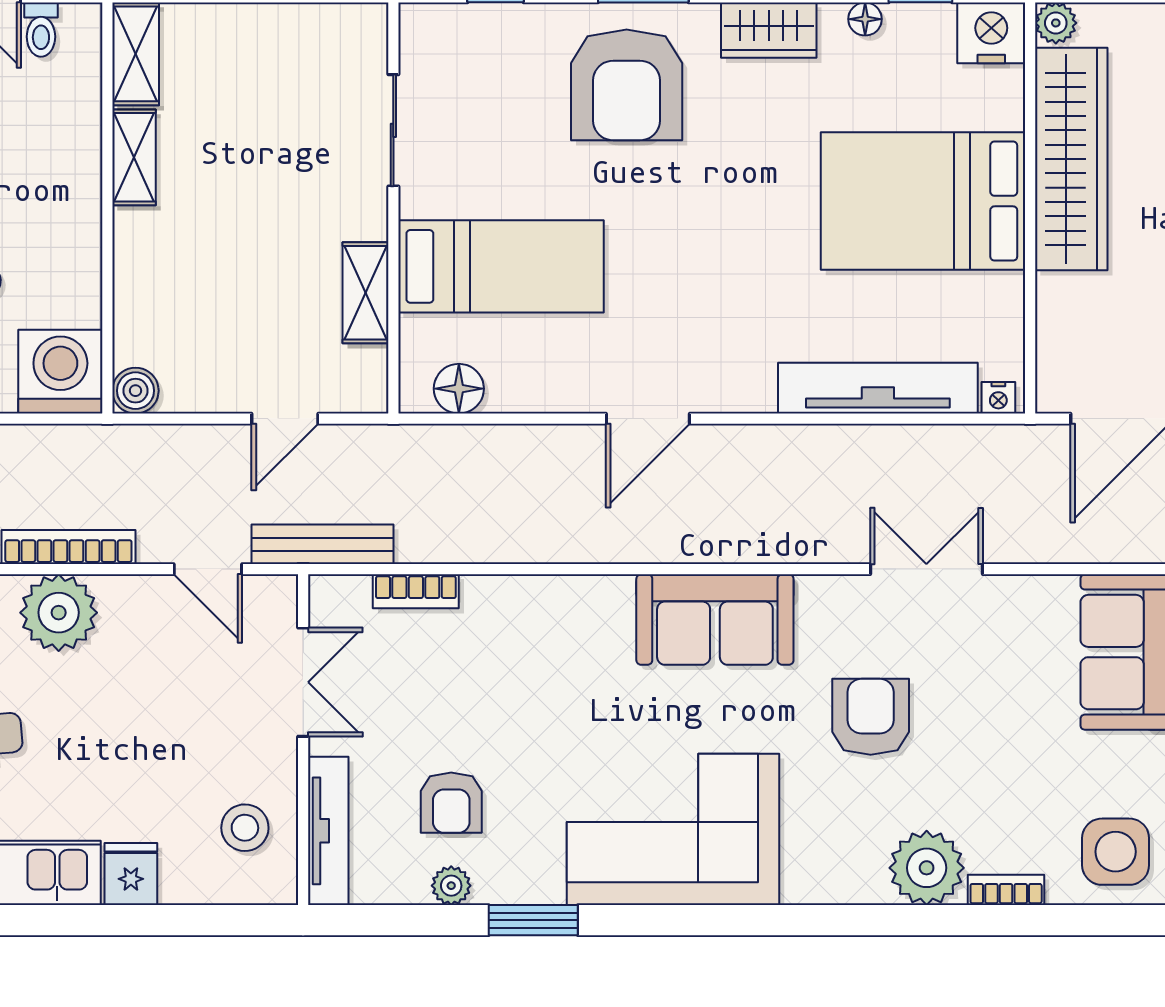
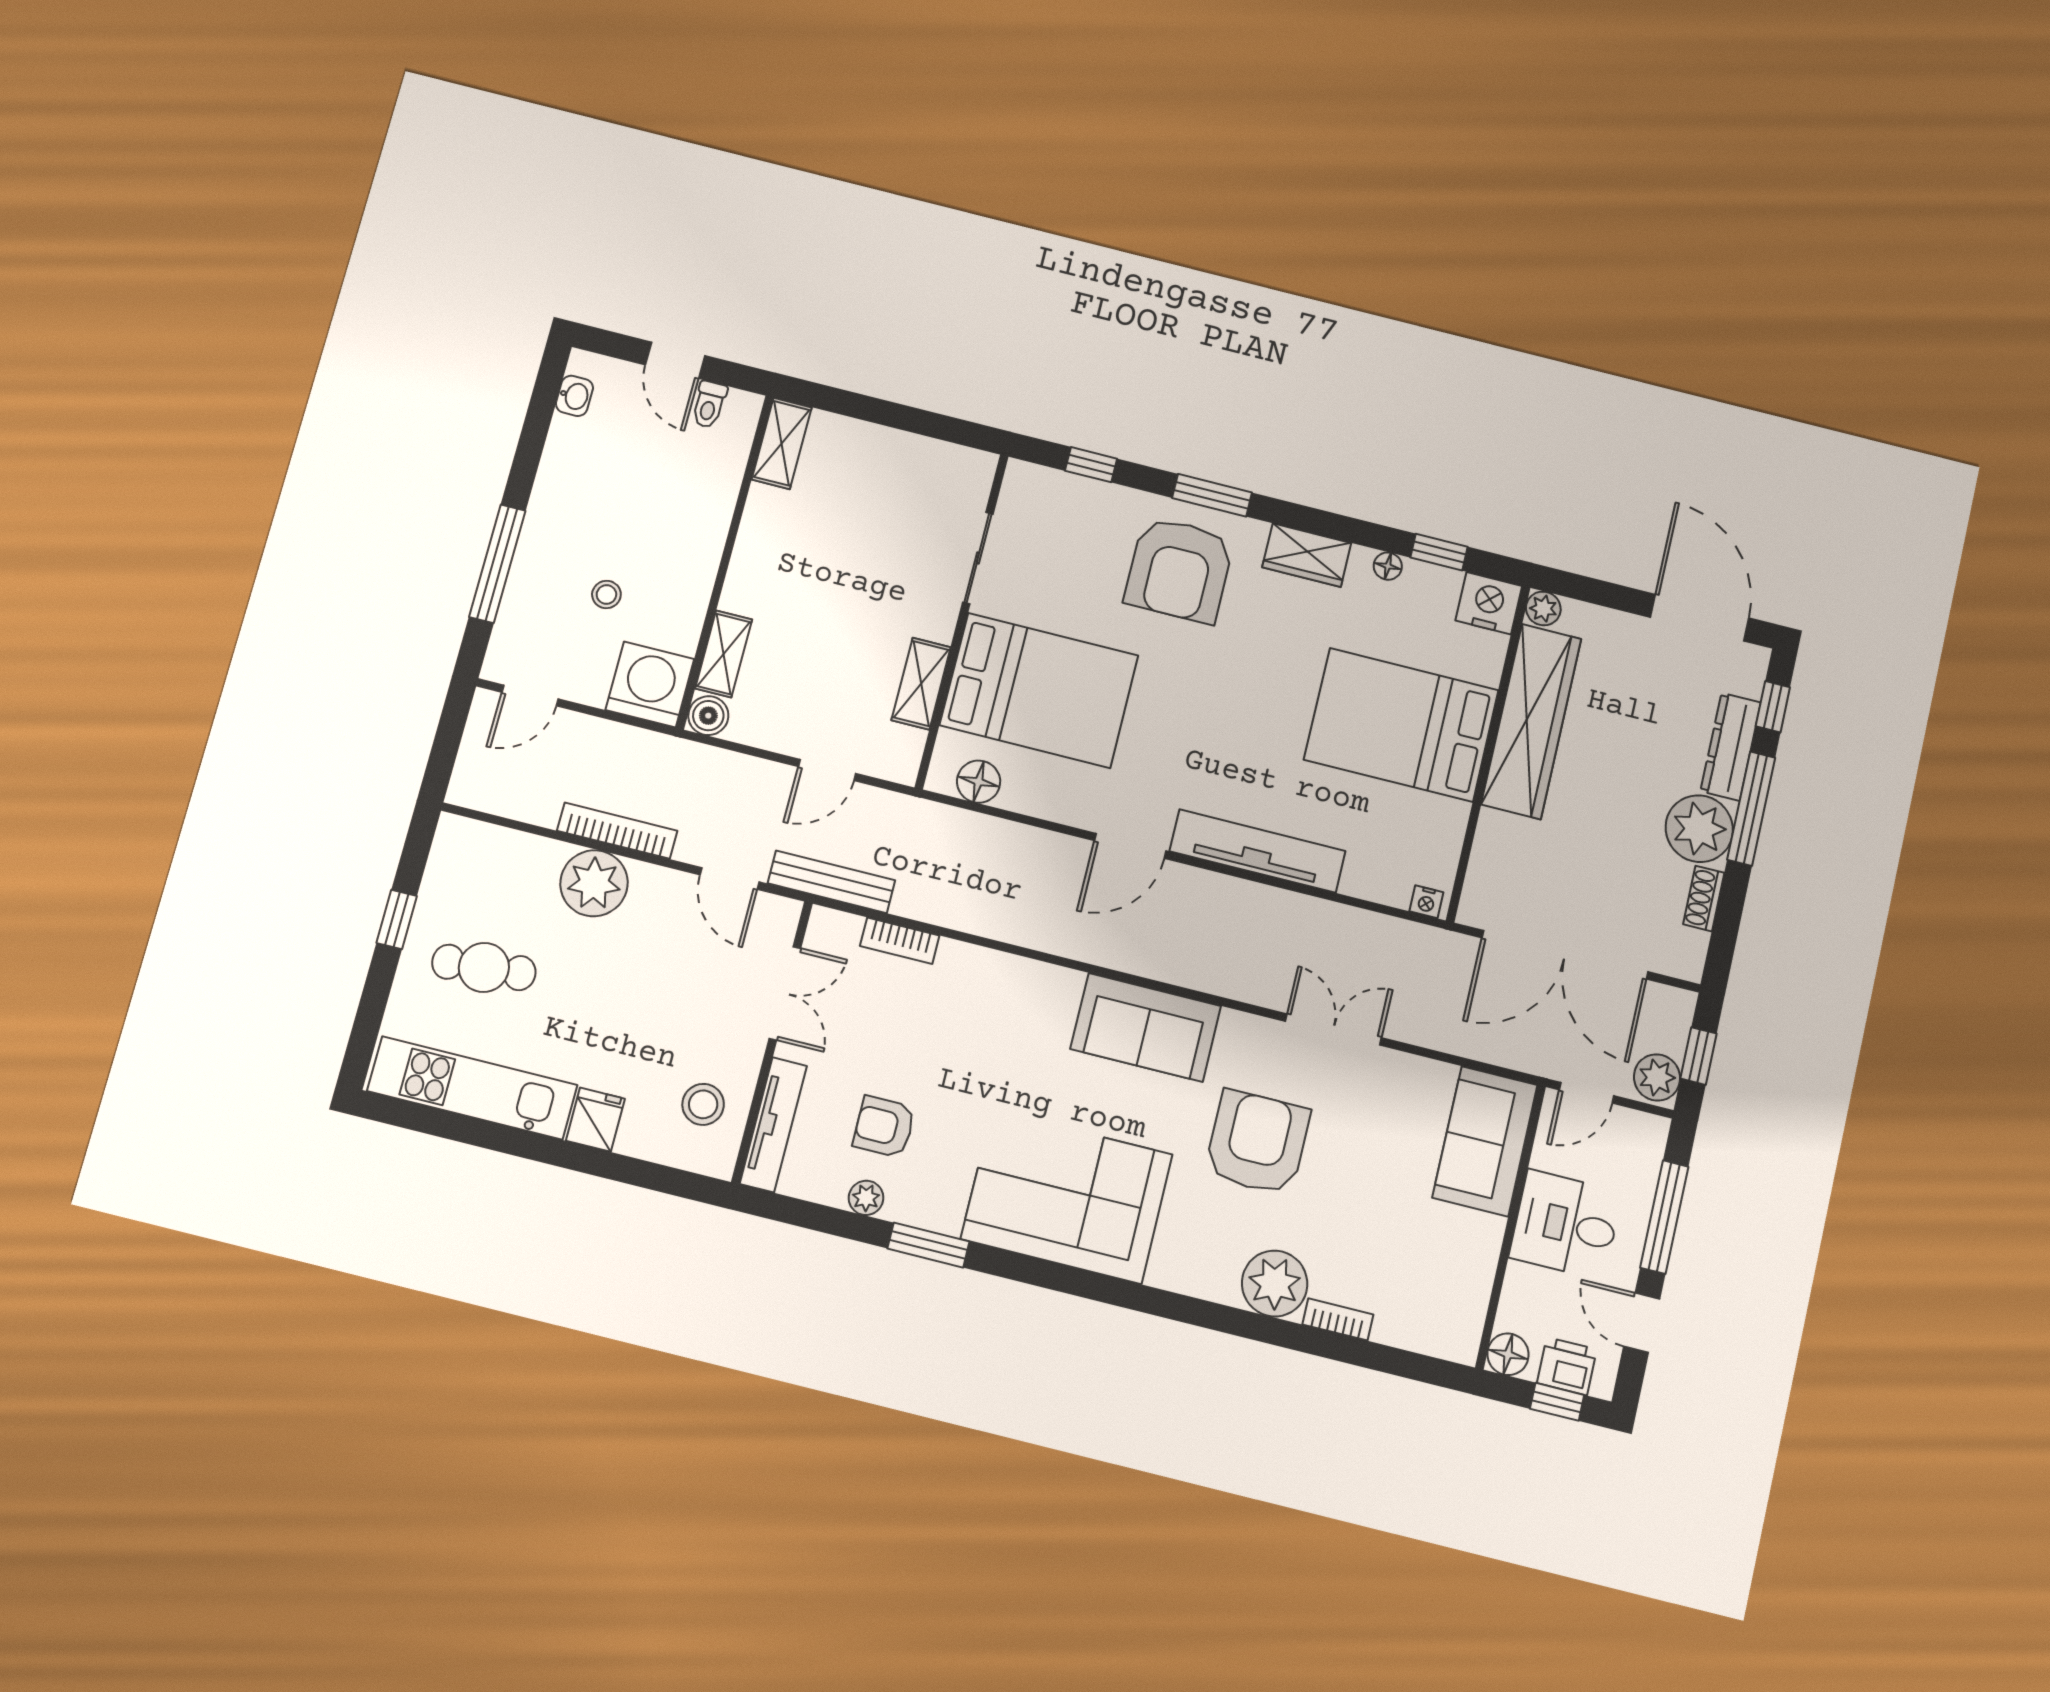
shelving: (134, 157) -> (724, 654), moved
bed: (501, 266) -> (1039, 690), width x1.50
tv unit: (878, 388) -> (1257, 851), moved
armchair: (871, 717) -> (1257, 1142), width x1.36, depth x1.36
armchair: (451, 803) -> (884, 1127), turned 90
side table: (1116, 852) -> (1438, 1310), removed

